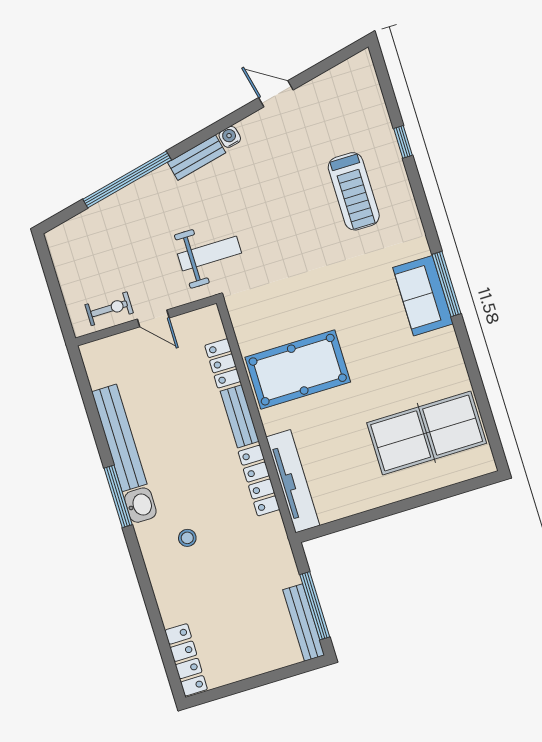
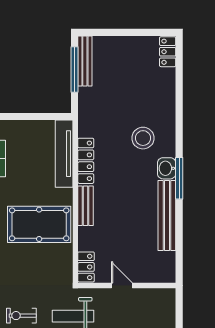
exercise bike: (109, 309) -> (21, 316), moved
locker: (223, 363) -> (86, 267), moved
stool: (187, 538) -> (143, 138), width x1.89, depth x1.89
locker: (186, 660) -> (168, 52), width x0.66

